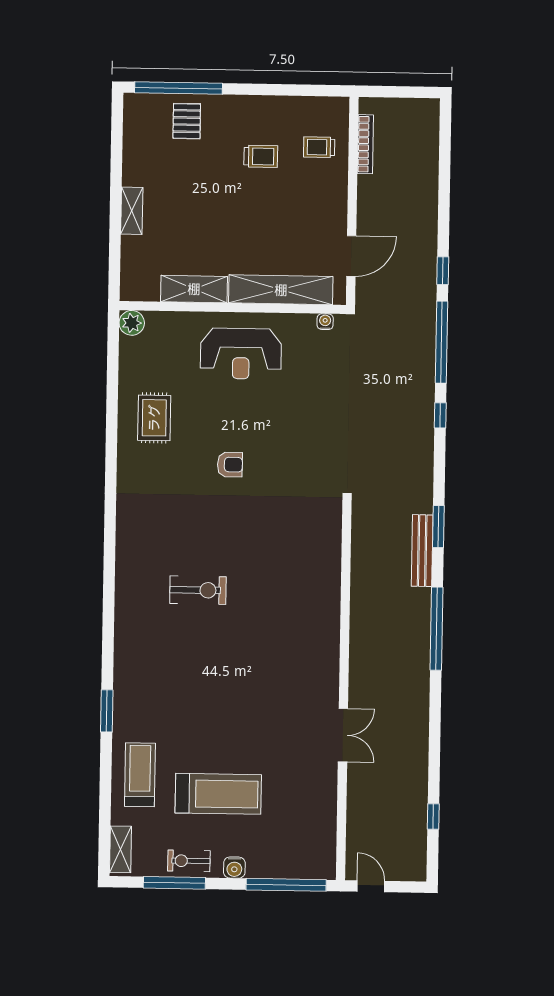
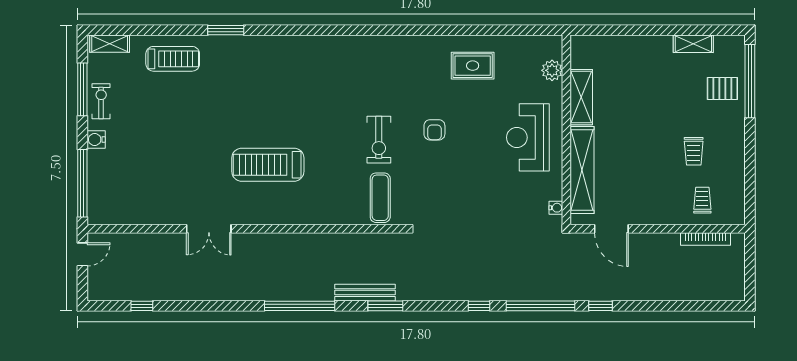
shelving: (132, 211) -> (693, 44), moved
plant: (132, 323) -> (552, 70), moved
exercise mat: (310, 531) -> (380, 198), added
exercise bike: (198, 590) -> (379, 140), moved
treadmill: (218, 794) -> (268, 165), moved, turned 90

